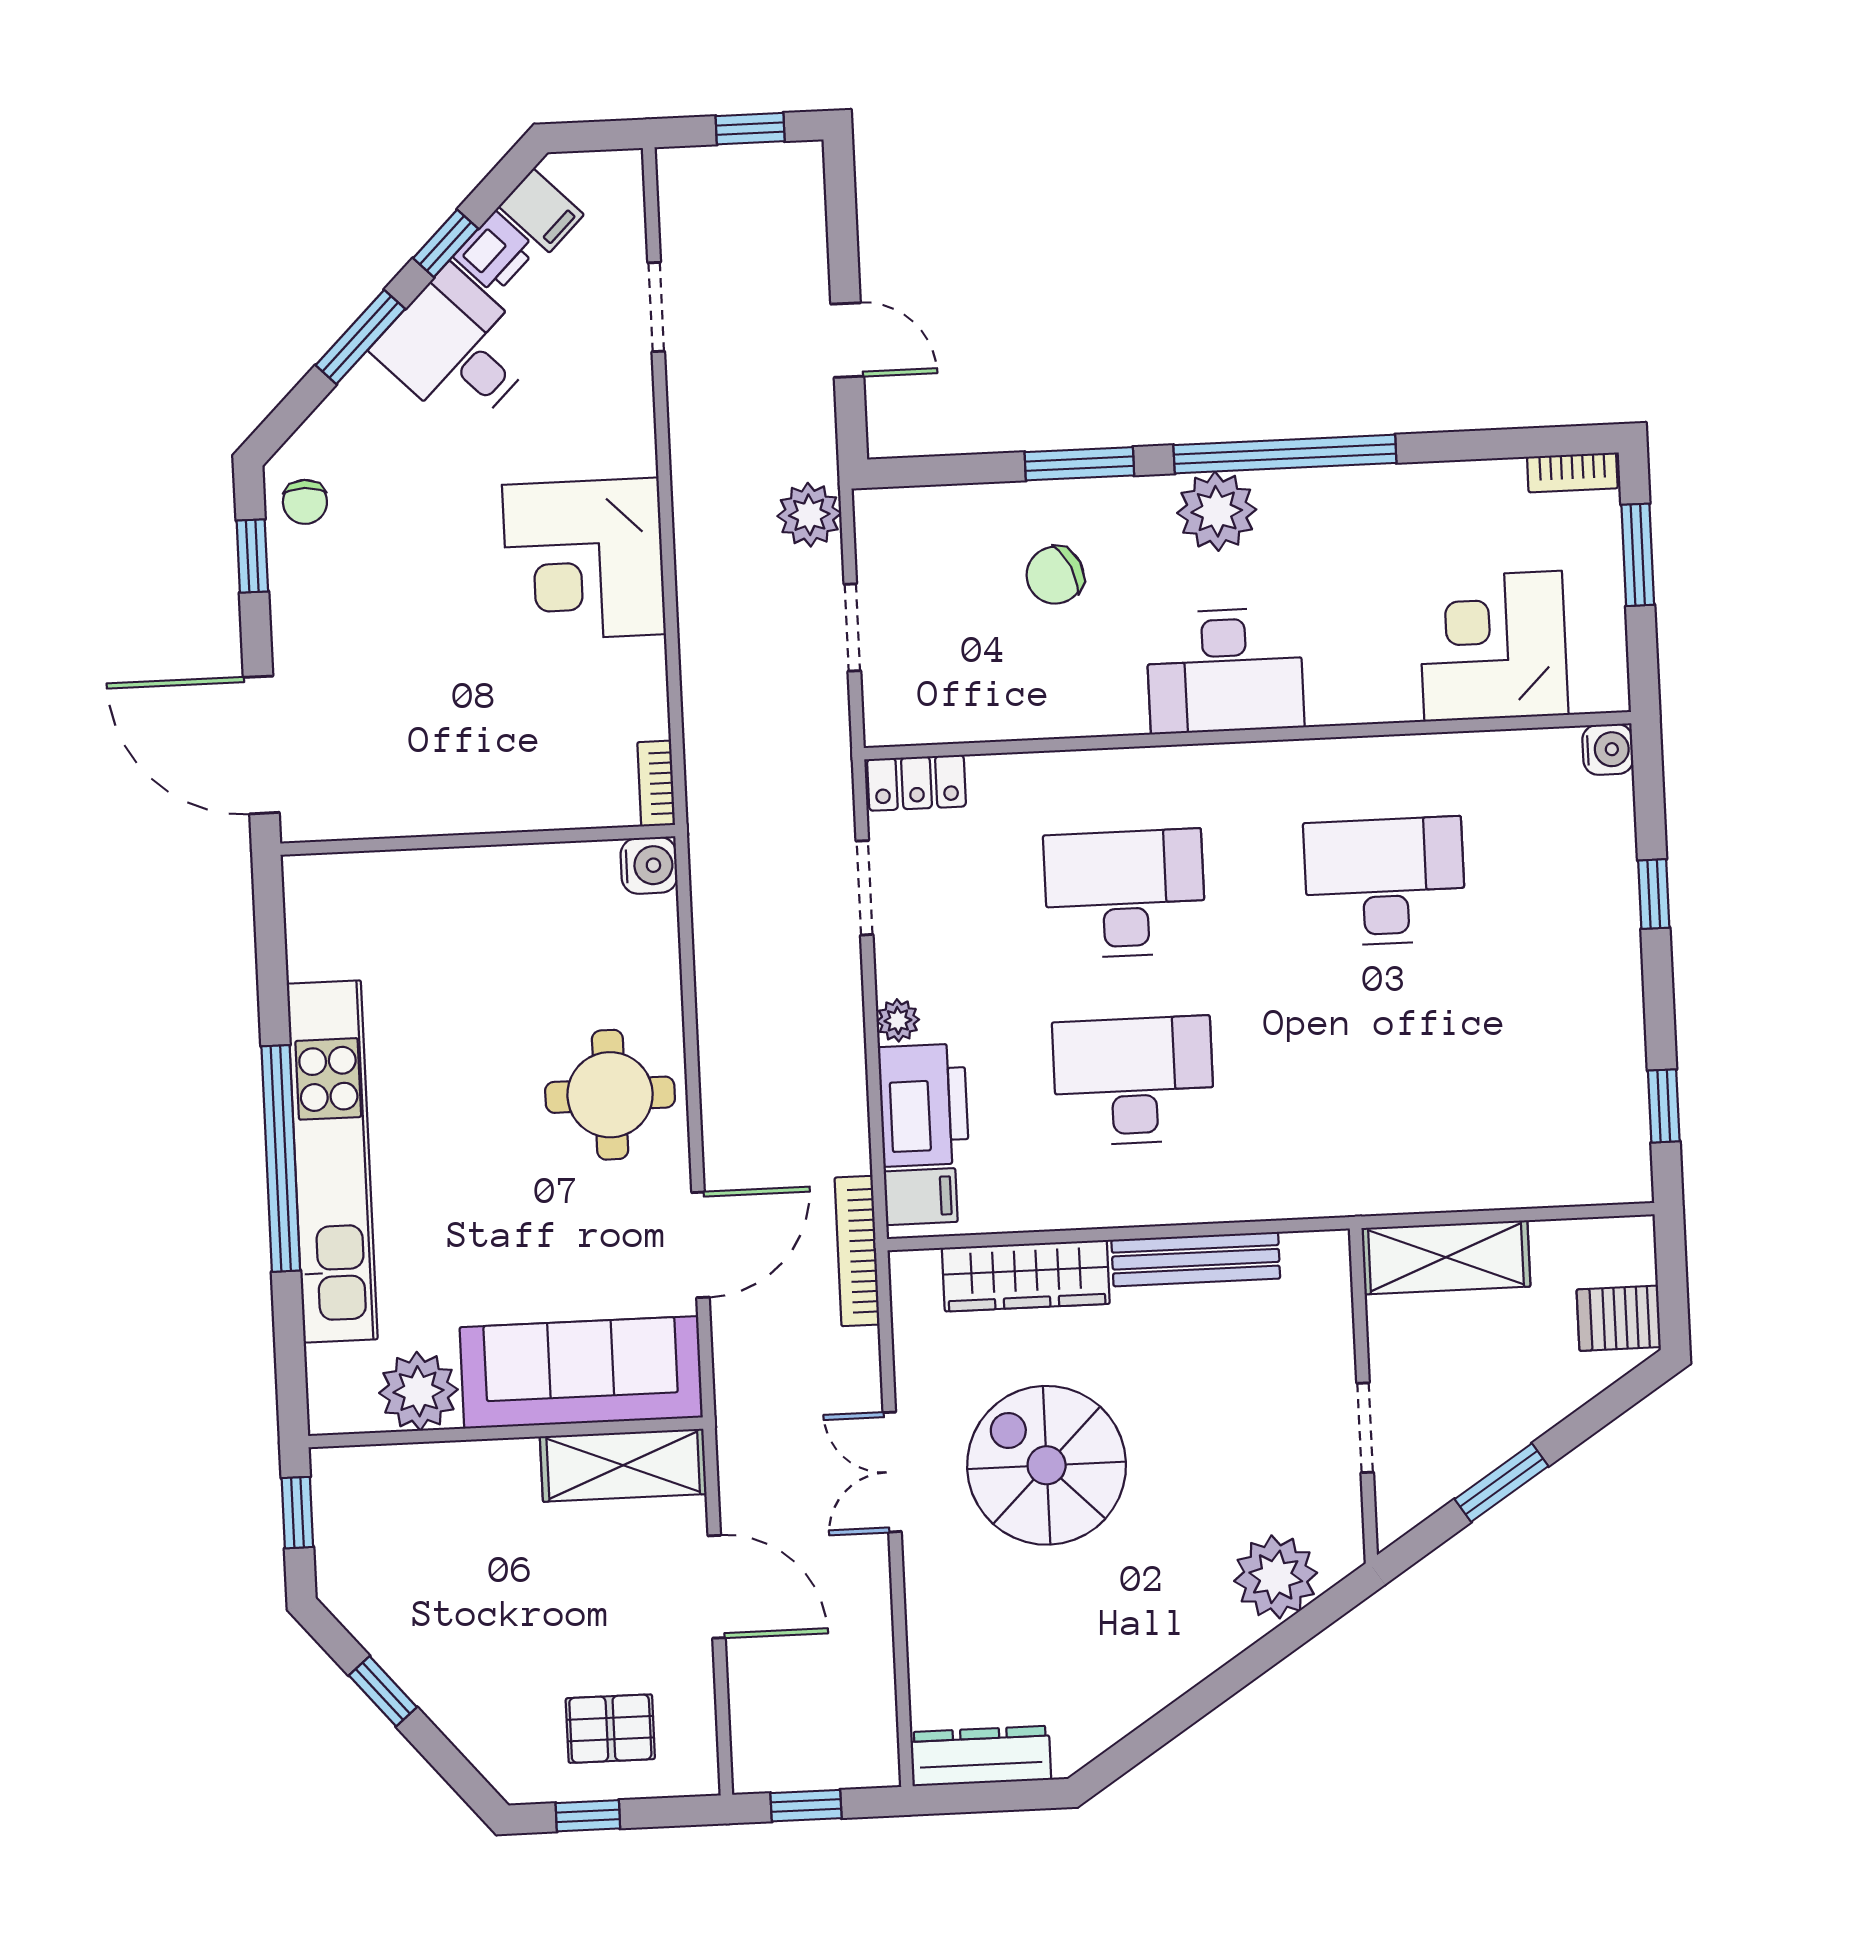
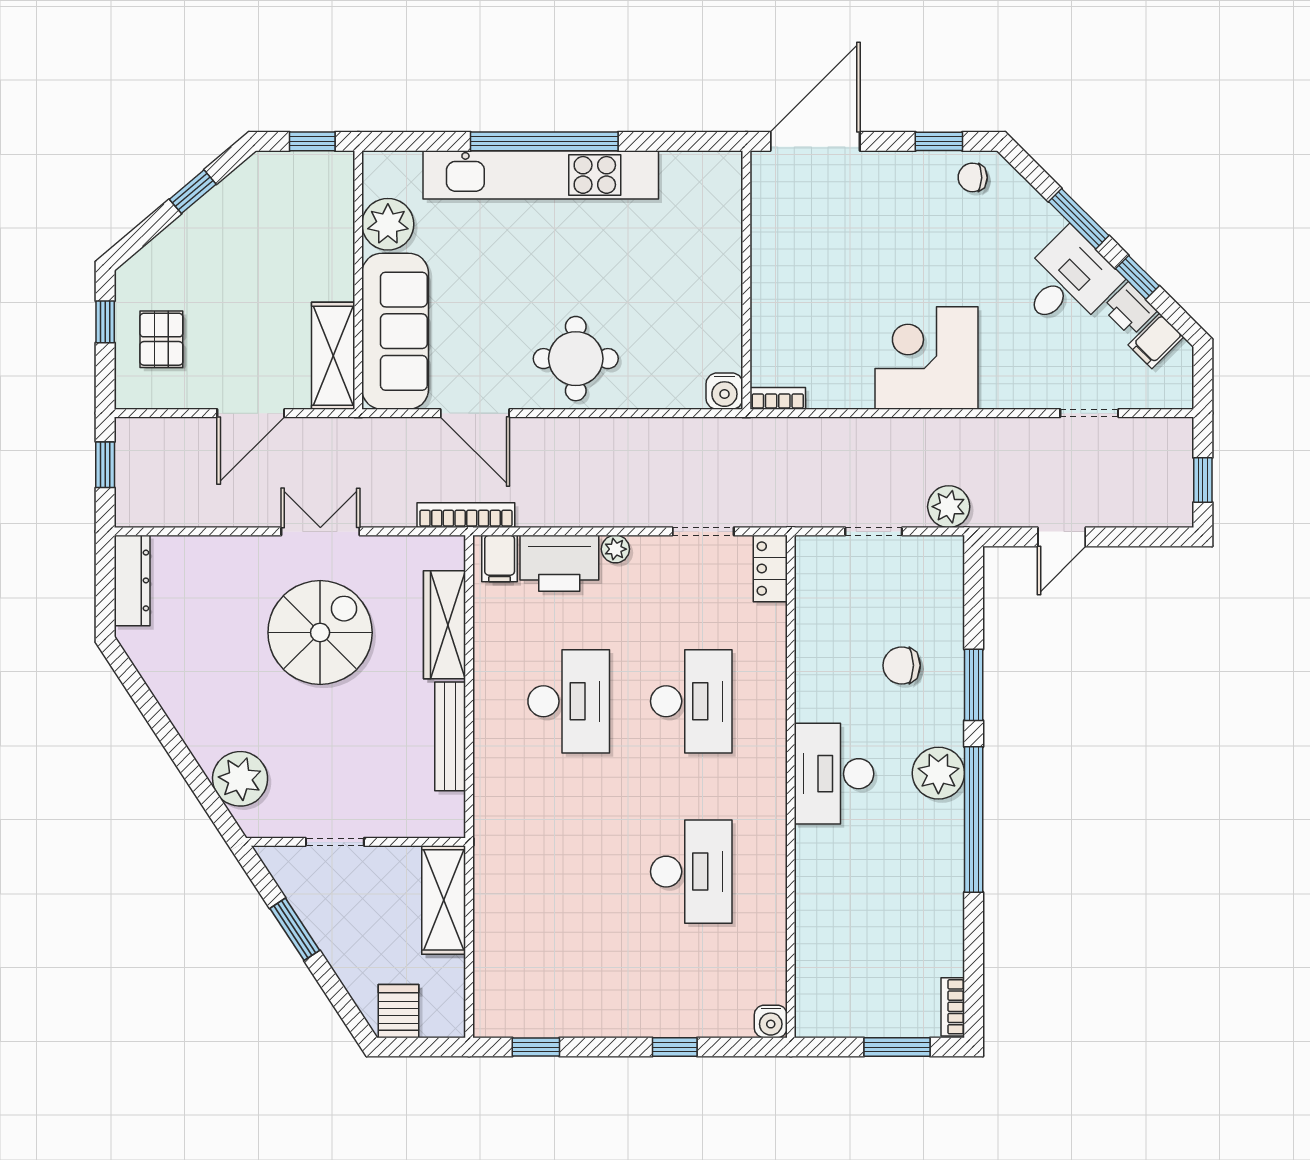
chair: (1055, 575) -> (902, 665), turned -65
corner desk: (1493, 646) -> (842, 950), removed

